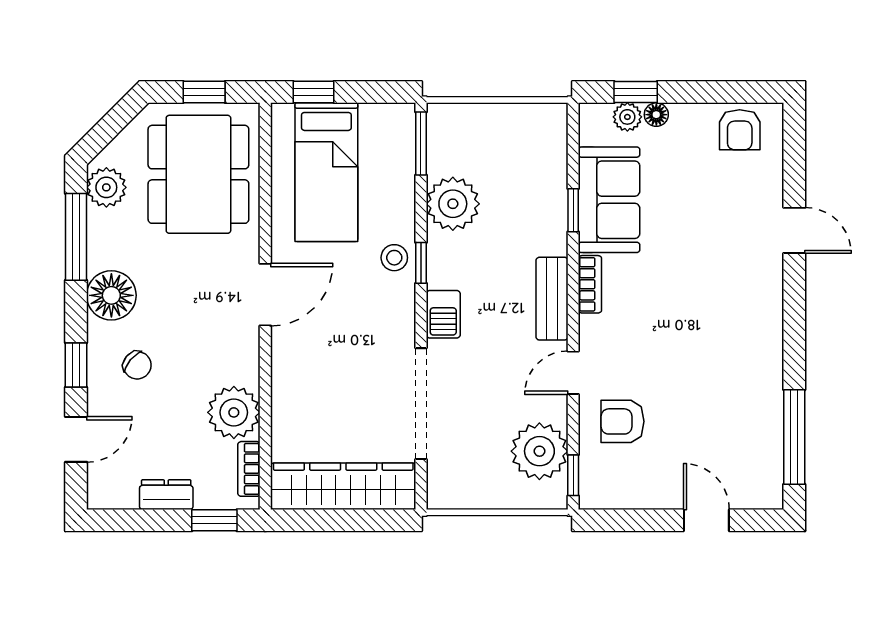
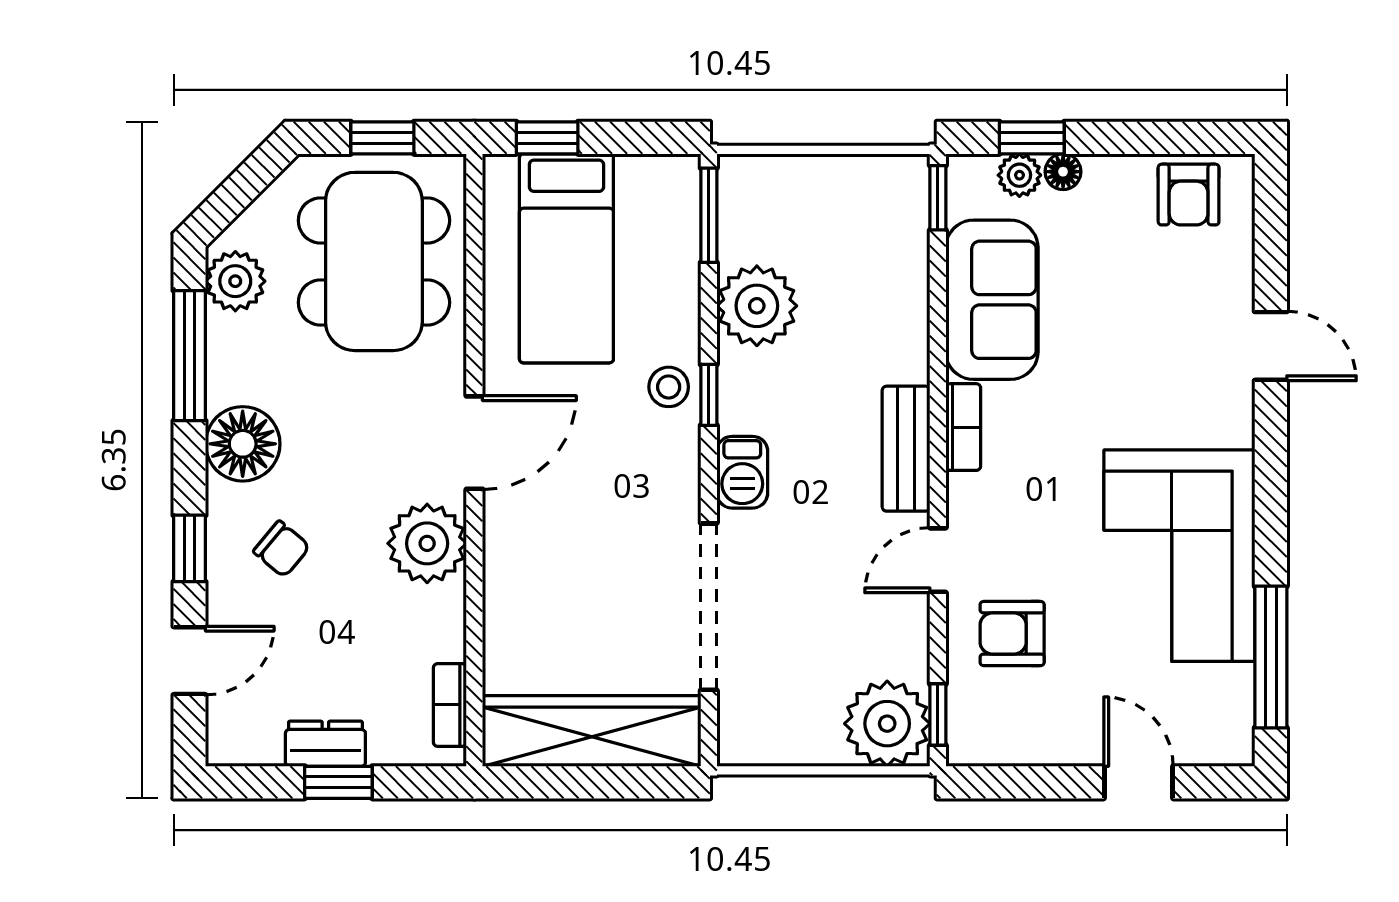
window: (573, 210) -> (938, 198), moved
corner sofa: (734, 370) -> (1179, 556), added
plant: (234, 412) -> (427, 543), moved
plant: (539, 451) -> (887, 724), moved
window: (214, 520) -> (338, 782), moved

